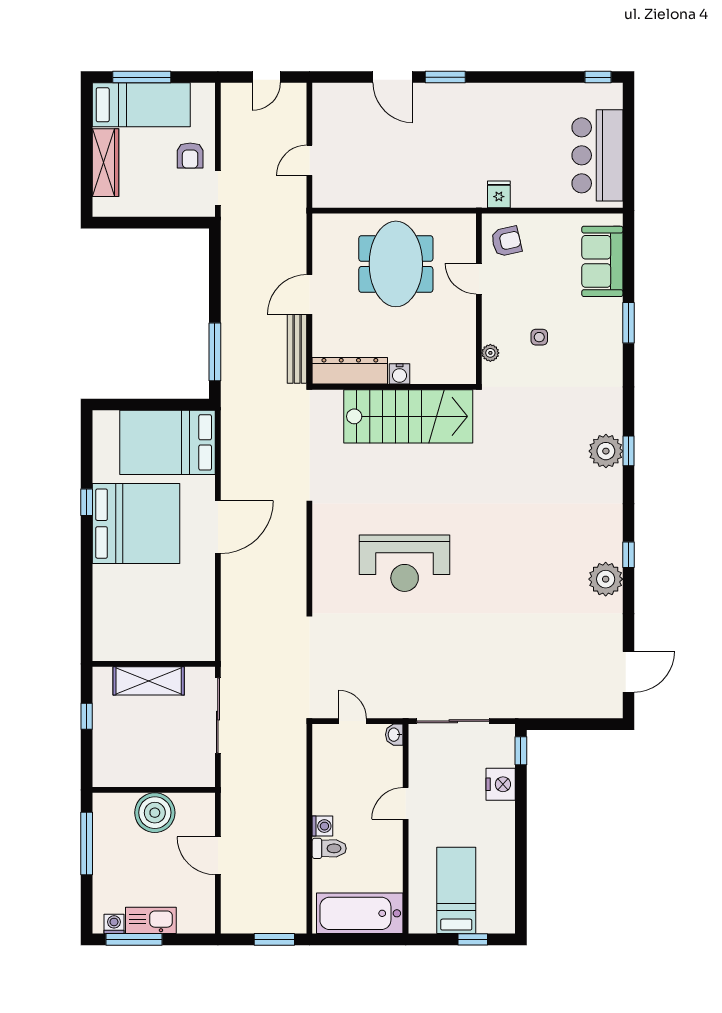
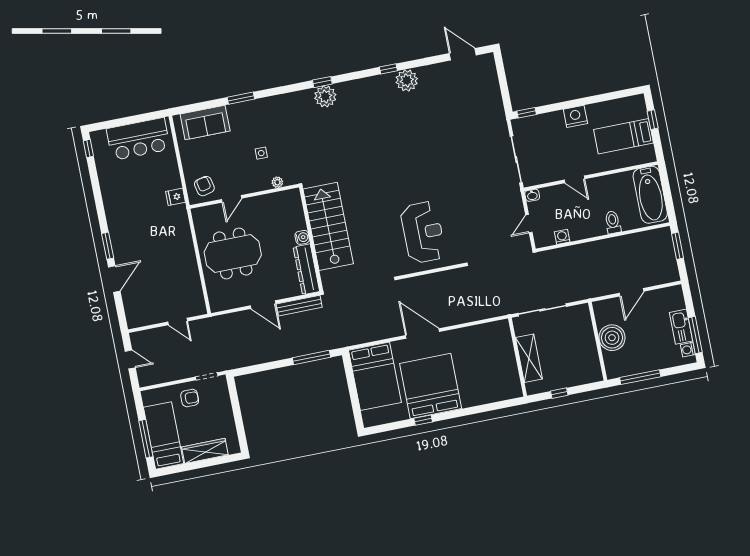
reception desk: (405, 563) -> (423, 232), moved
nightstand: (501, 784) -> (575, 116), moved
washing machine: (322, 826) -> (562, 237), moved

